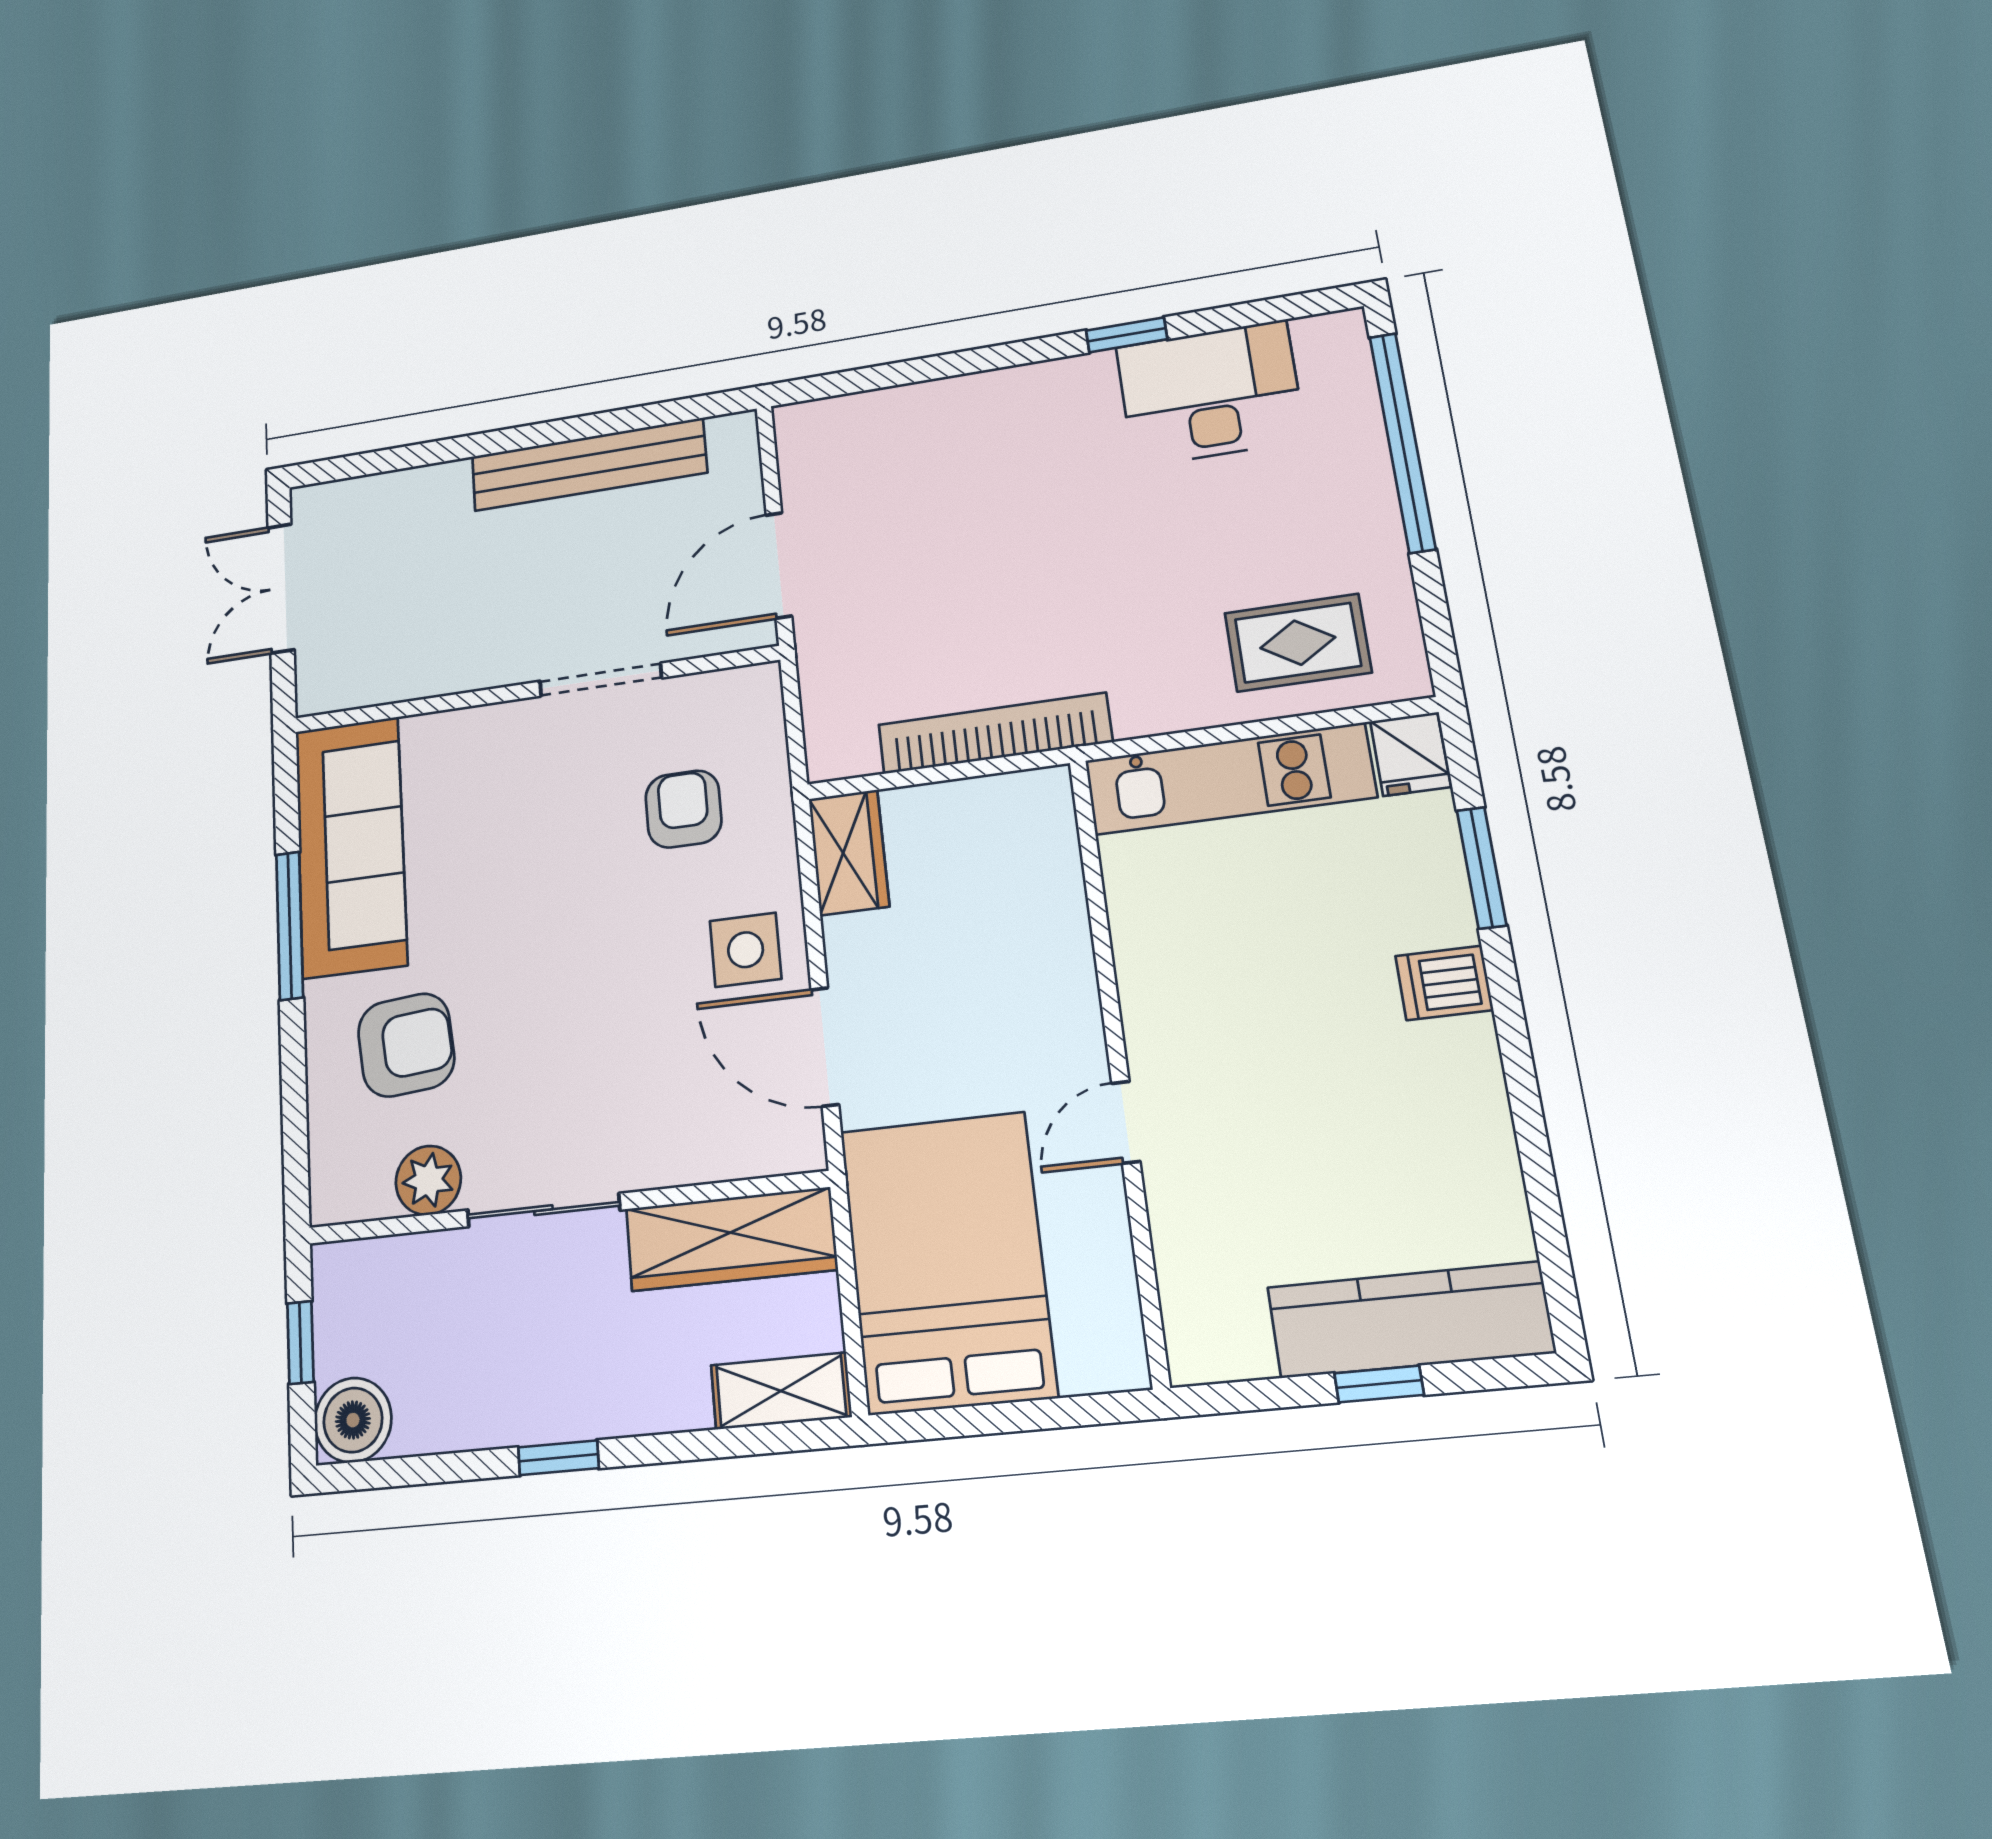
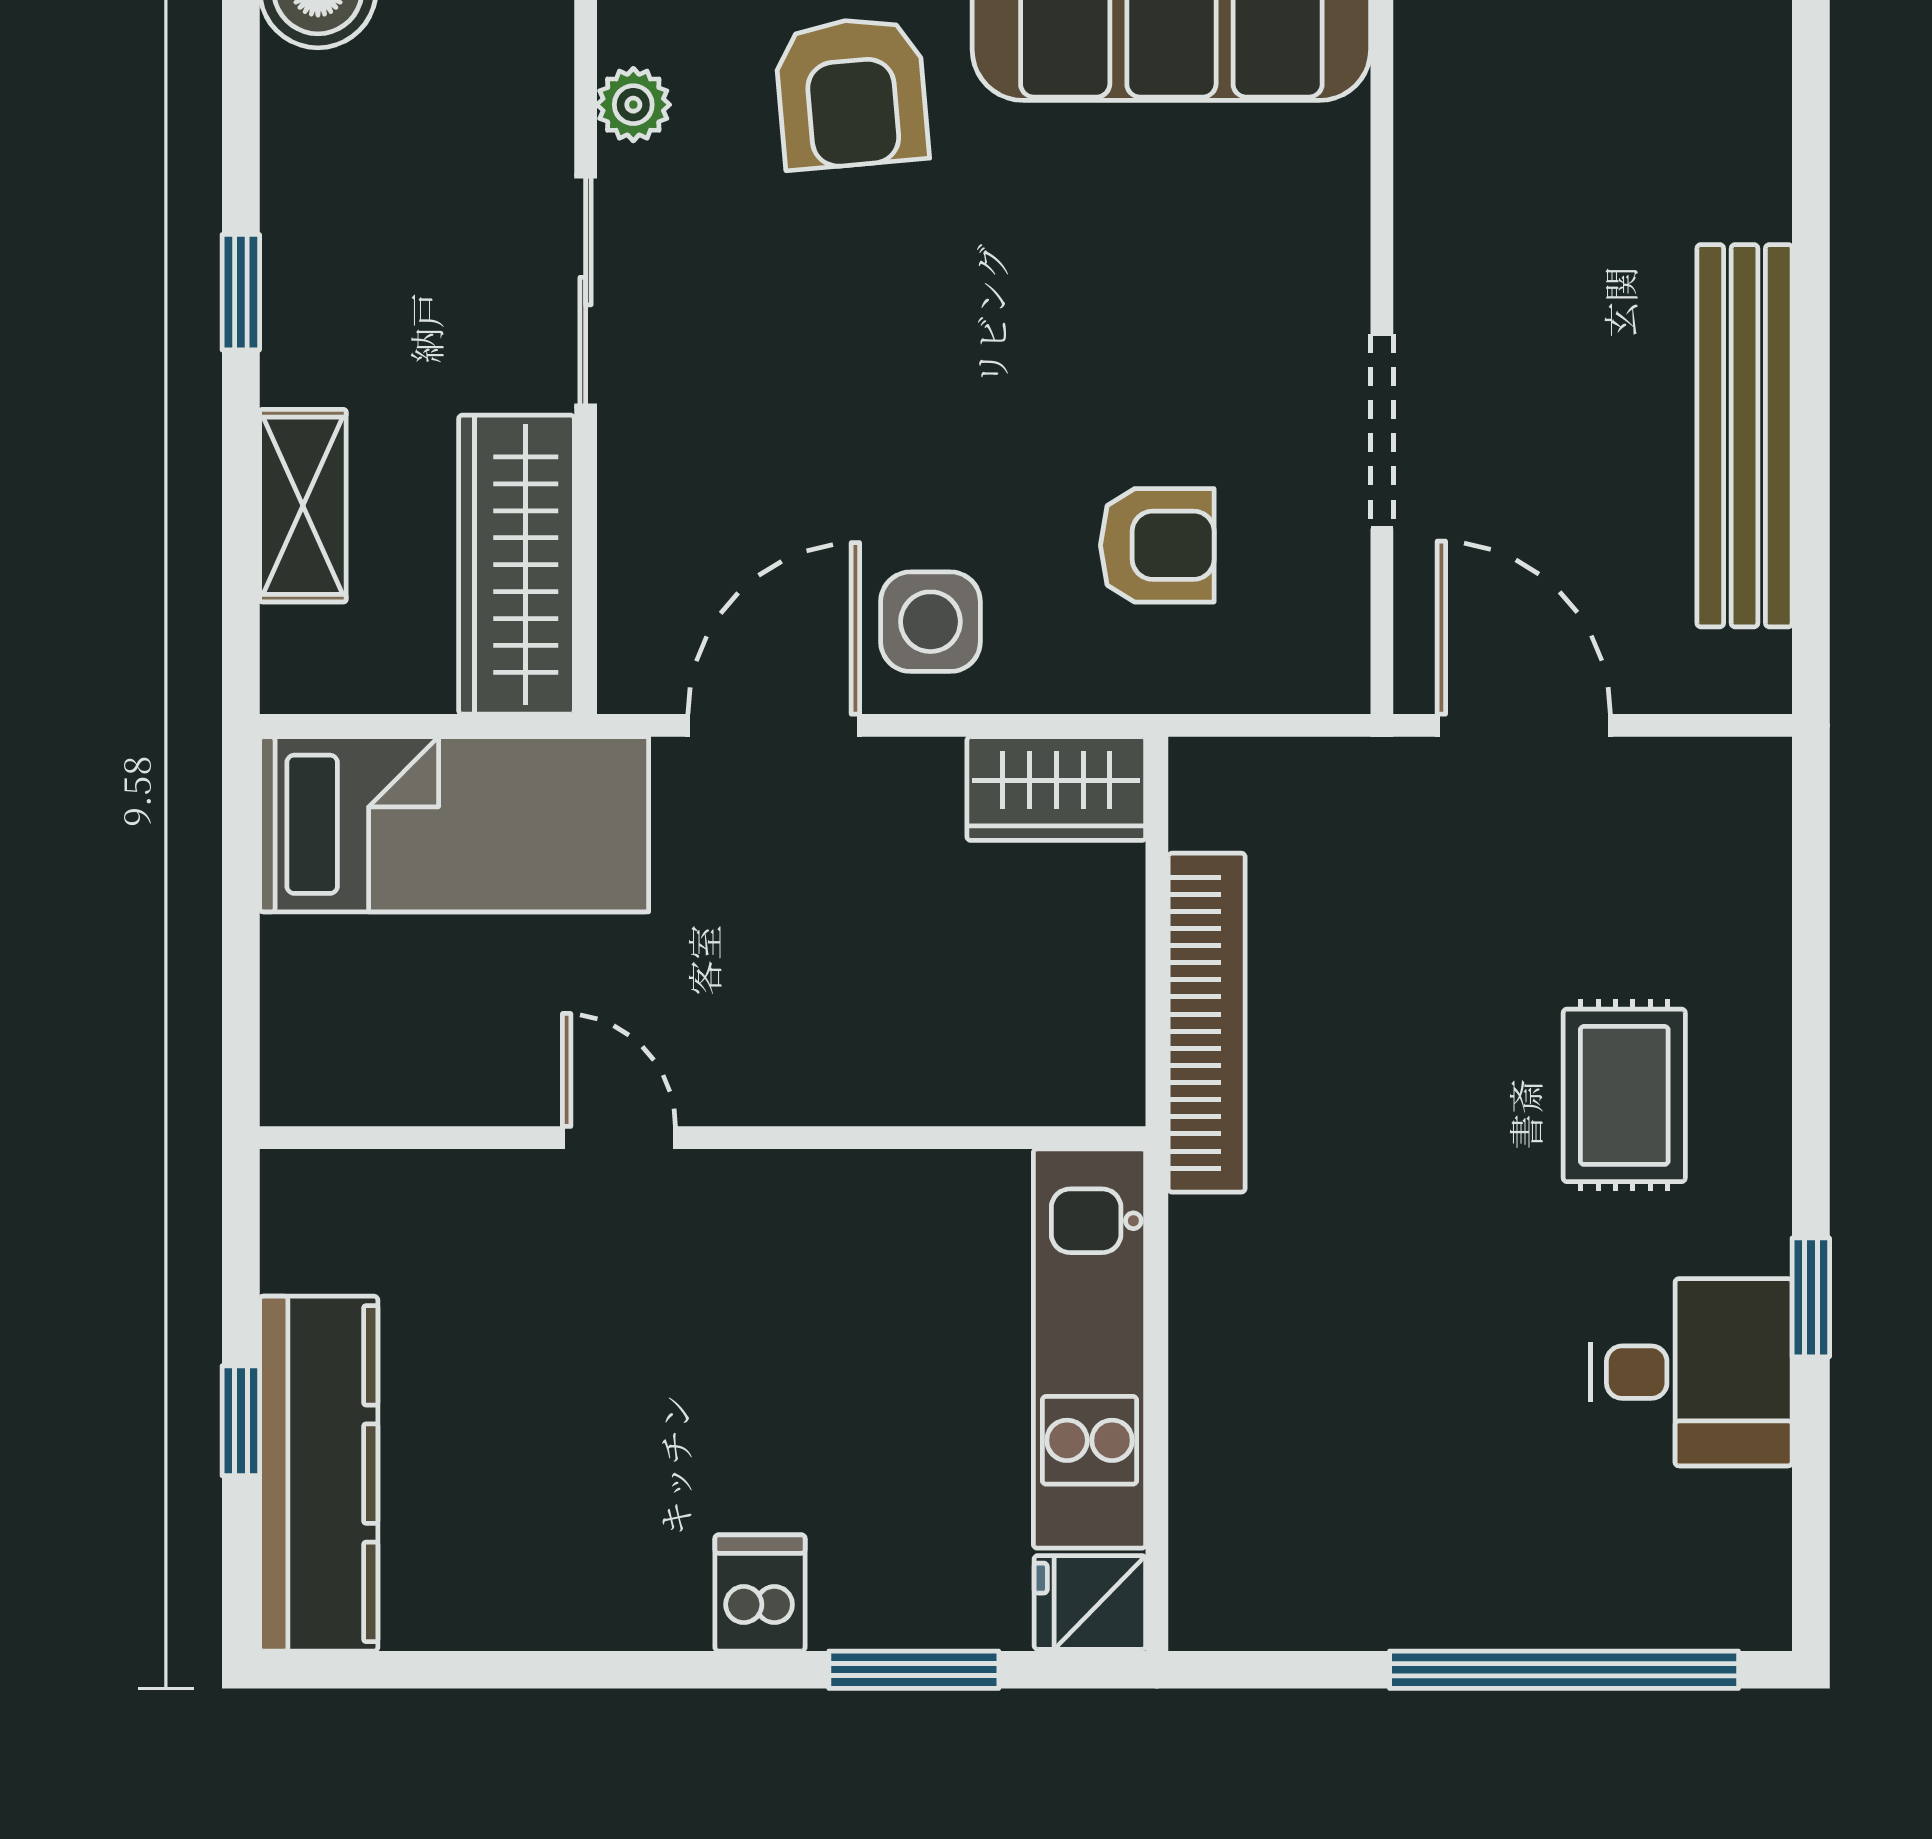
desk: (1210, 393) -> (1691, 1372), width x0.73
rug: (1298, 643) -> (1624, 1095), moved
plant: (428, 1180) -> (633, 105), width x0.73, depth x0.73
bed: (947, 1262) -> (454, 824), width x0.67
shelving: (781, 1391) -> (303, 506), moved

